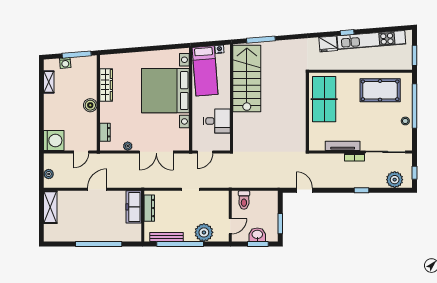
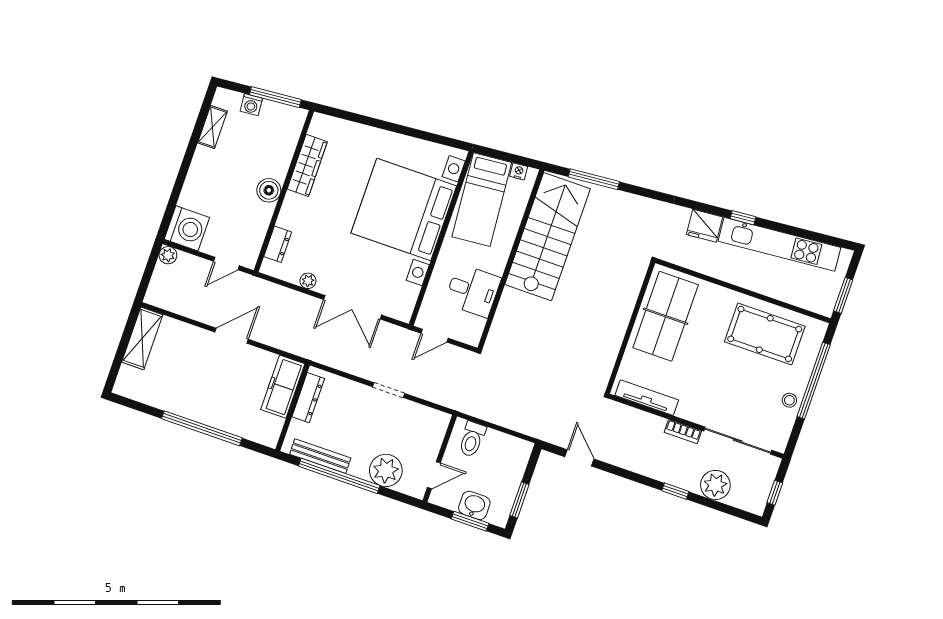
tv unit: (343, 146) -> (647, 398), moved
plant: (49, 174) -> (168, 255), moved
plant: (395, 180) -> (715, 485), moved

